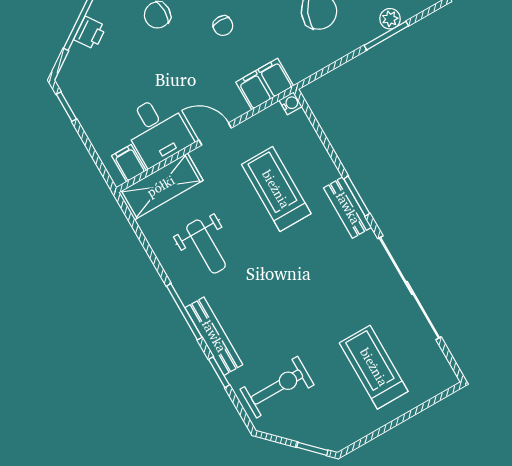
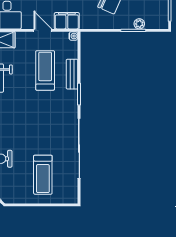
door: (215, 134) -> (43, 30), moved
bench: (348, 208) -> (72, 74), moved
treadmill: (374, 367) -> (43, 175), turned 180

